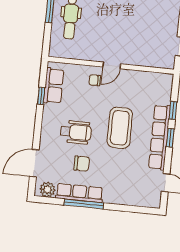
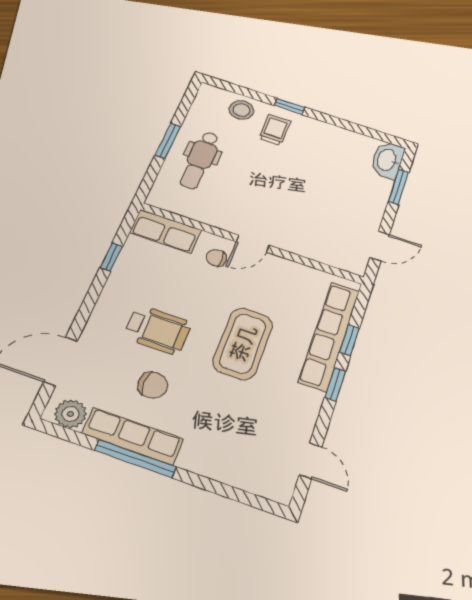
row of seats: (54, 86) -> (166, 231), moved, turned 90
row of seats: (160, 137) -> (329, 336), moved

